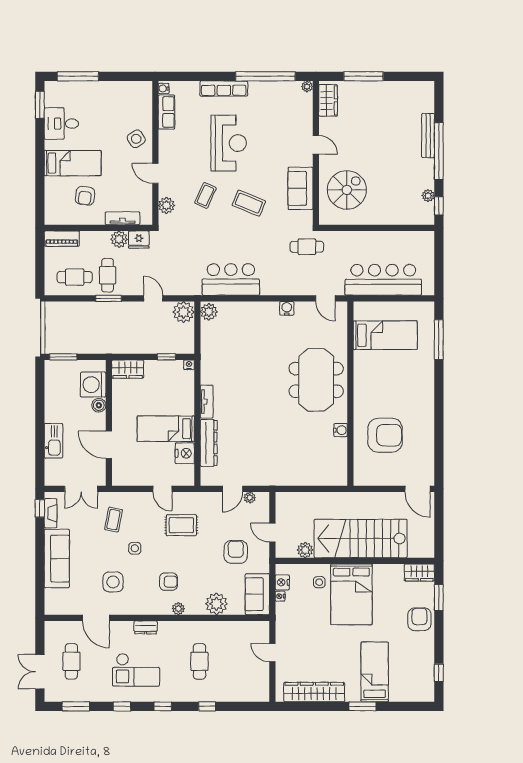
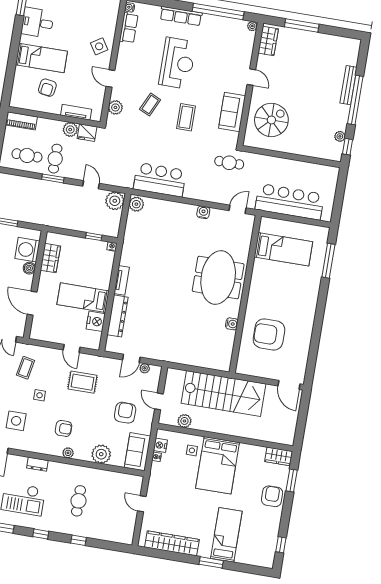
coffee table: (249, 203) -> (186, 117), turned 68
door: (325, 298) -> (238, 209), swing flipped
wardrobe: (128, 369) -> (50, 258), moved, turned -90
armchair: (385, 435) -> (269, 334), turned 180
stairs: (361, 539) -> (223, 393), moved, turned 180

